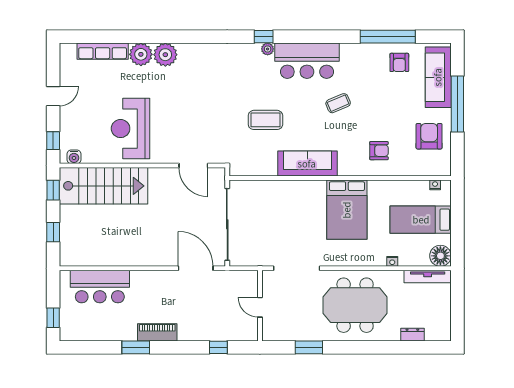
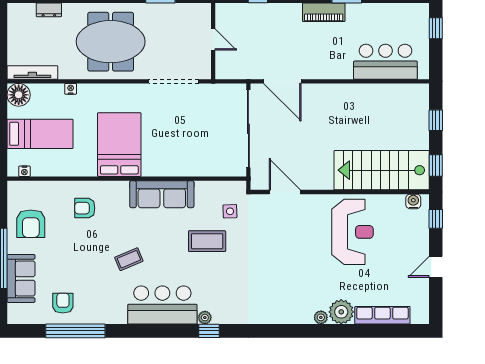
plant: (165, 55) -> (321, 317), width x0.53, depth x0.53
sofa: (438, 77) -> (21, 278), width x0.73
side table: (244, 148) -> (230, 211), added

